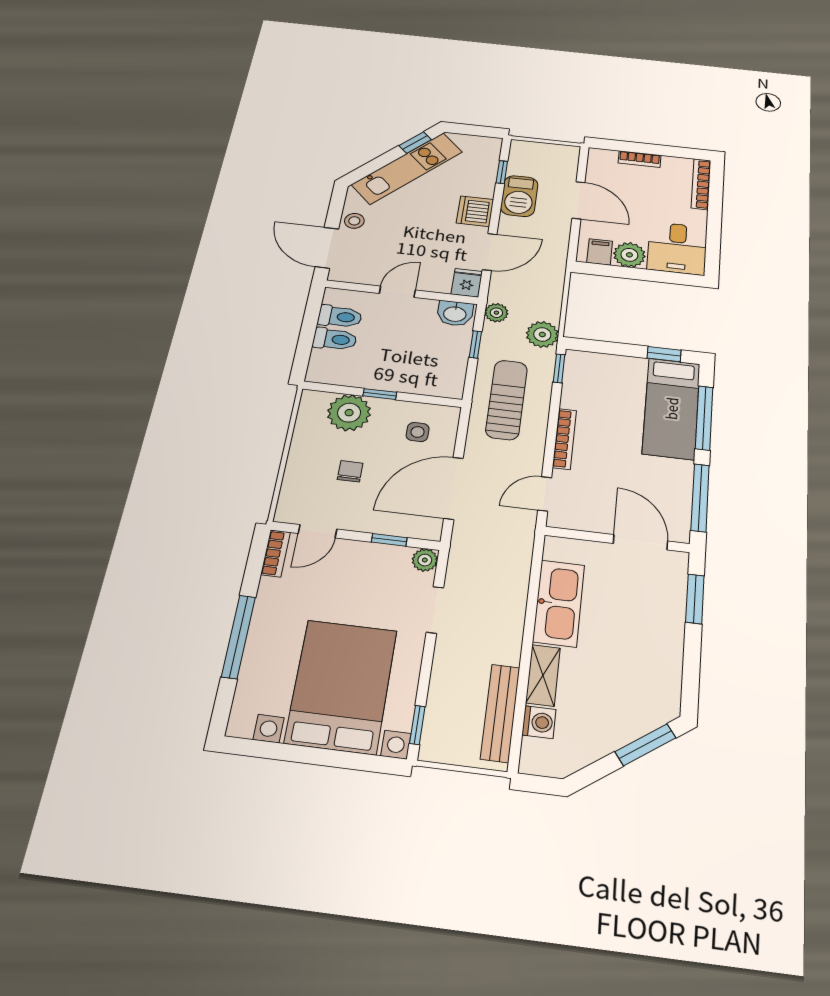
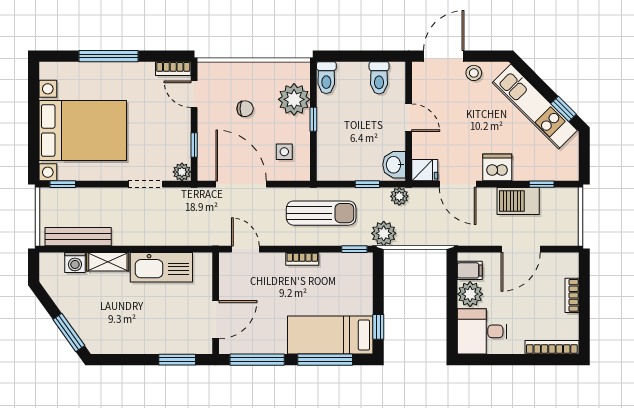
toilet: (335, 339) -> (326, 78), moved
bookcase: (564, 439) -> (302, 259), width x0.64

